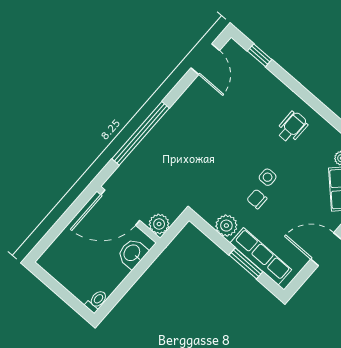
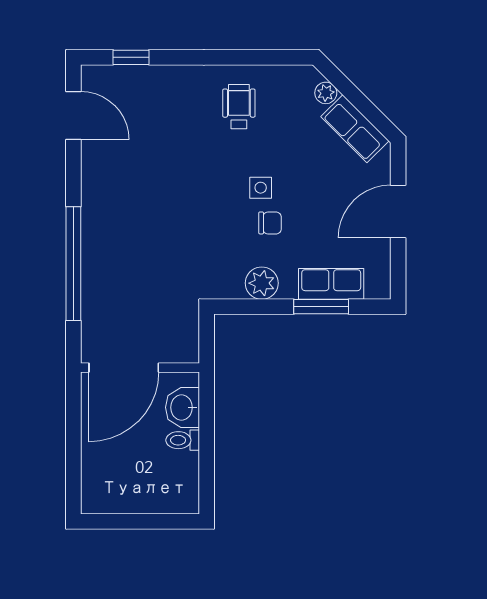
chair: (257, 199) -> (270, 223), turned 180
plant: (159, 224) -> (184, 348), removed
row of seats: (261, 256) -> (331, 284), width x0.68
toilet: (96, 301) -> (183, 440), moved, turned -90

